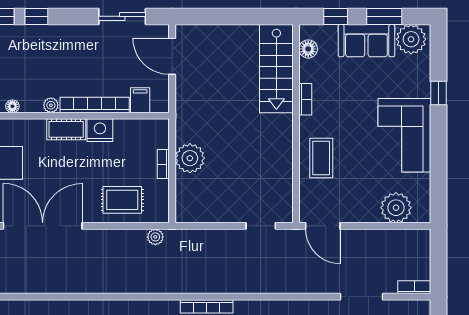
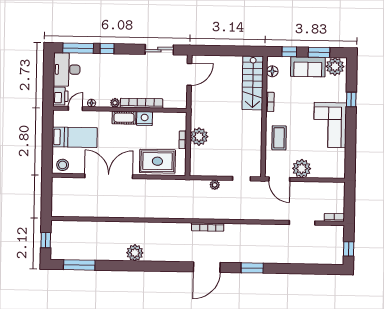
door: (172, 56) -> (189, 74), swing flipped
filing cabinet: (140, 100) -> (169, 101), removed
rug: (122, 200) -> (157, 161), width x1.36, depth x1.43
plant: (396, 208) -> (302, 168), moved
plant: (155, 237) -> (215, 185), moved

